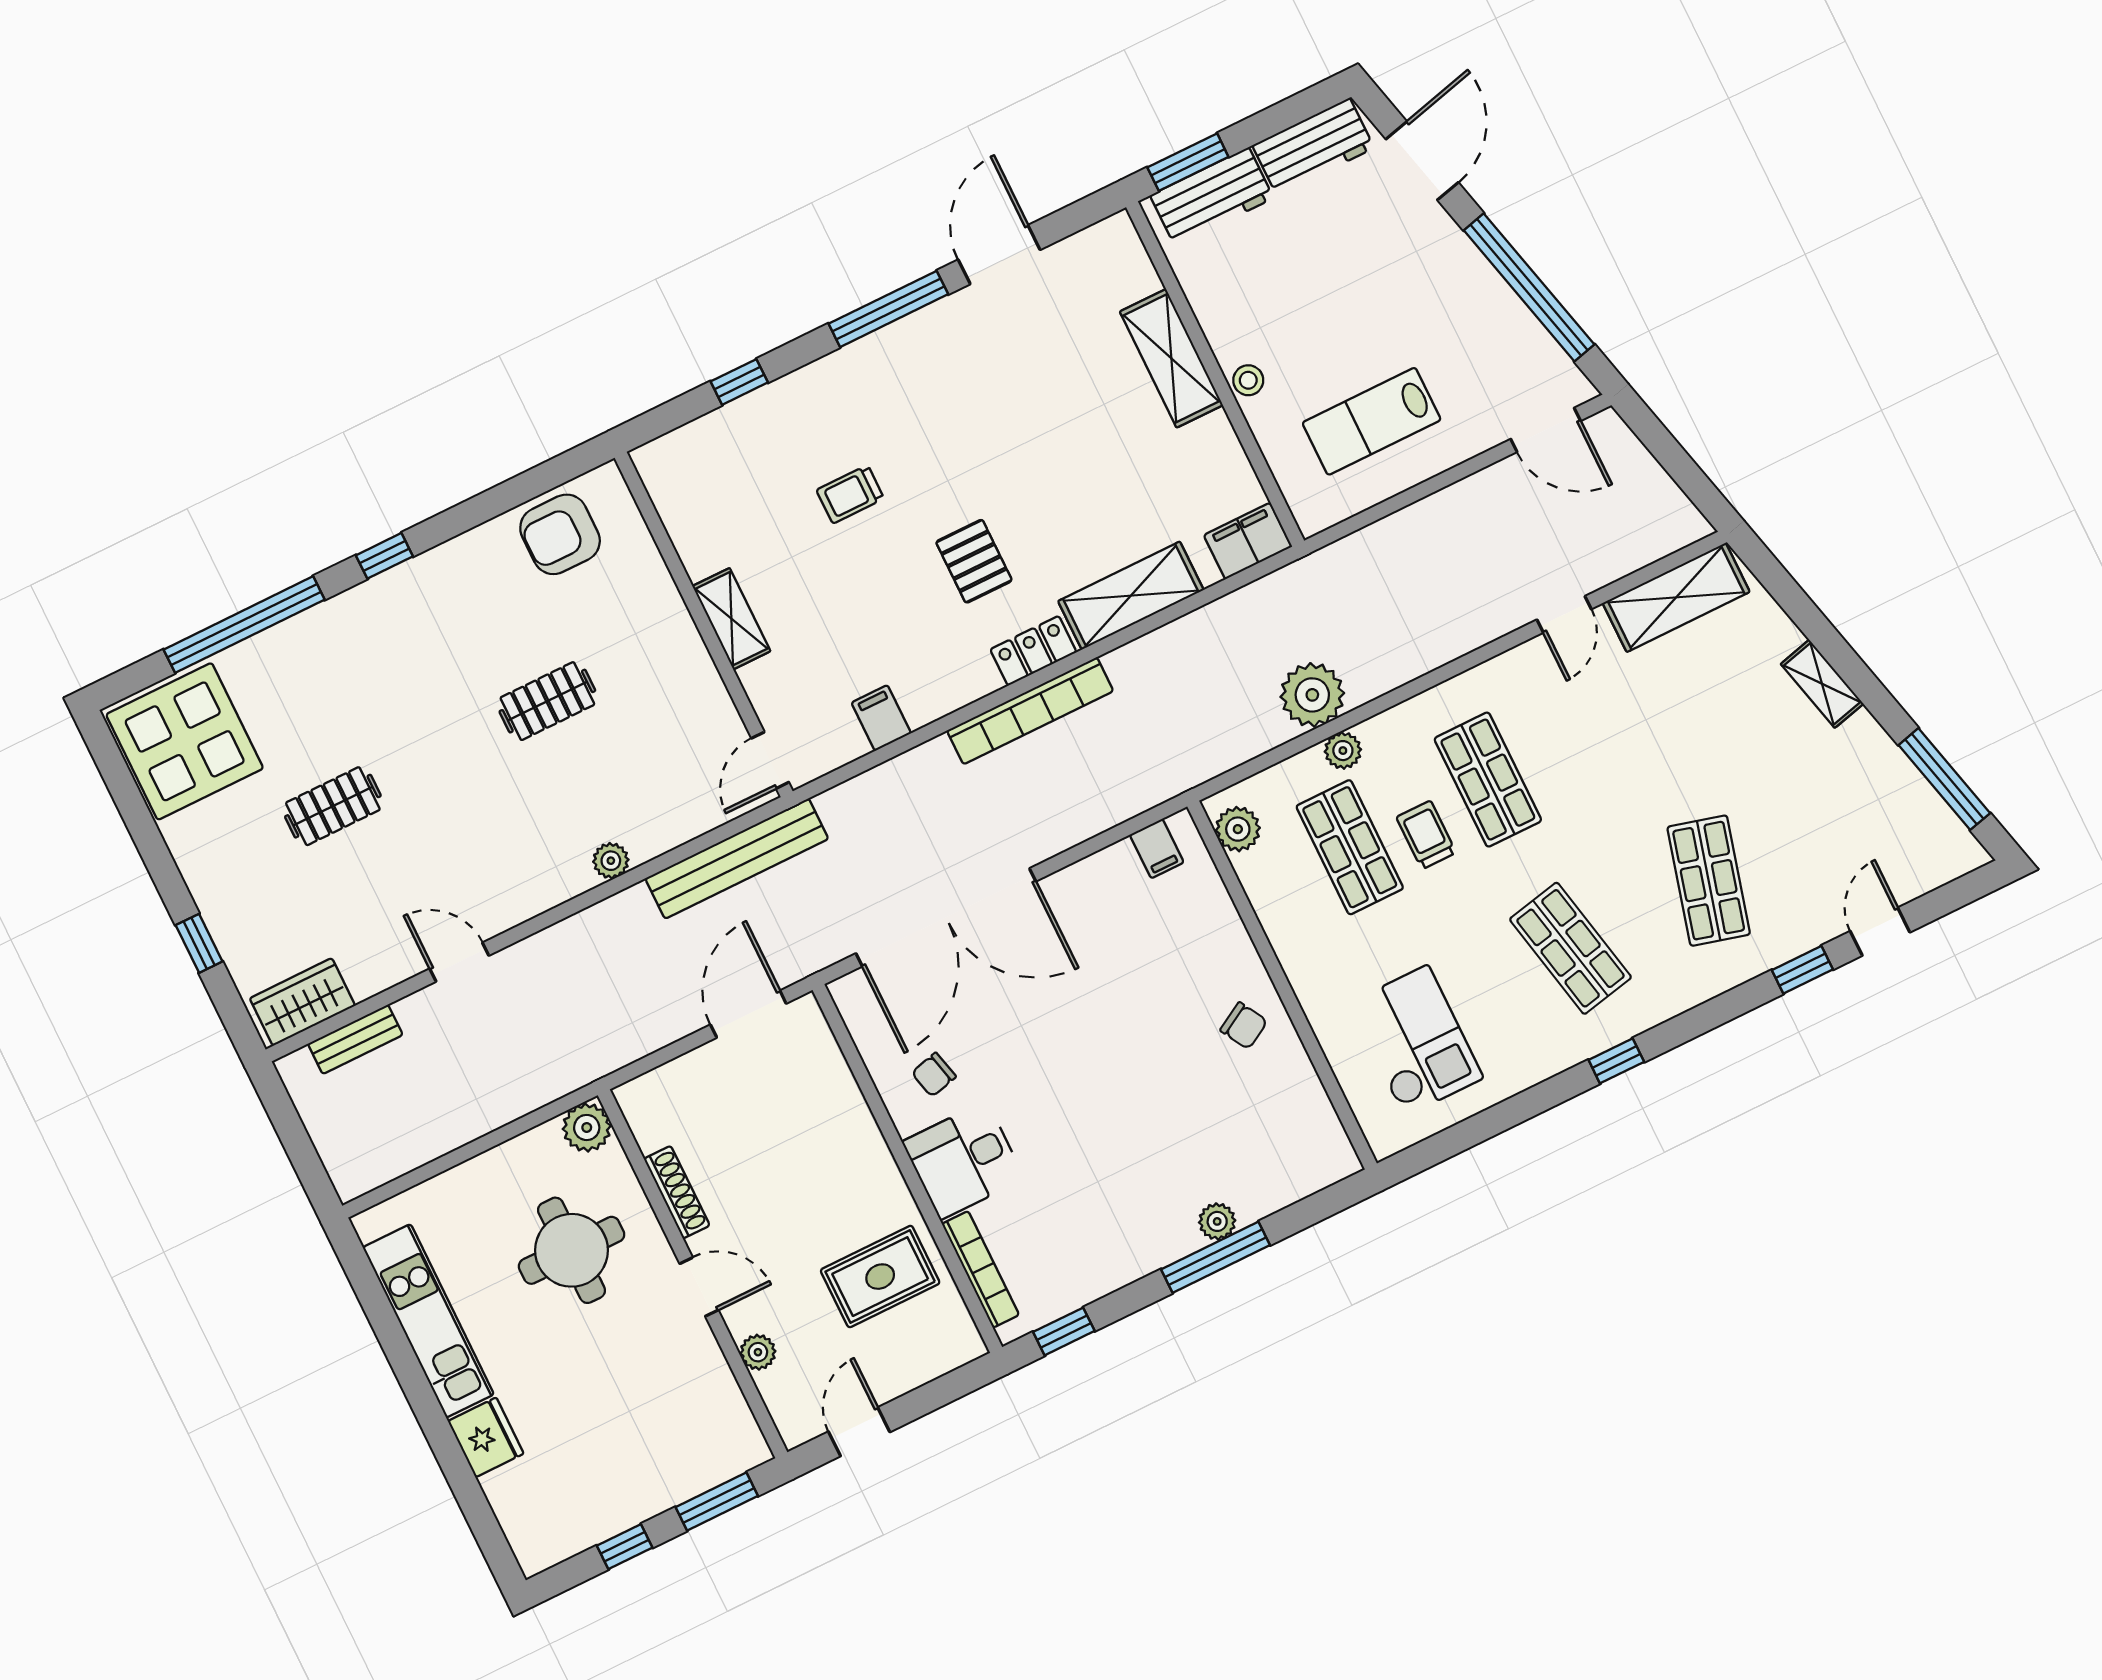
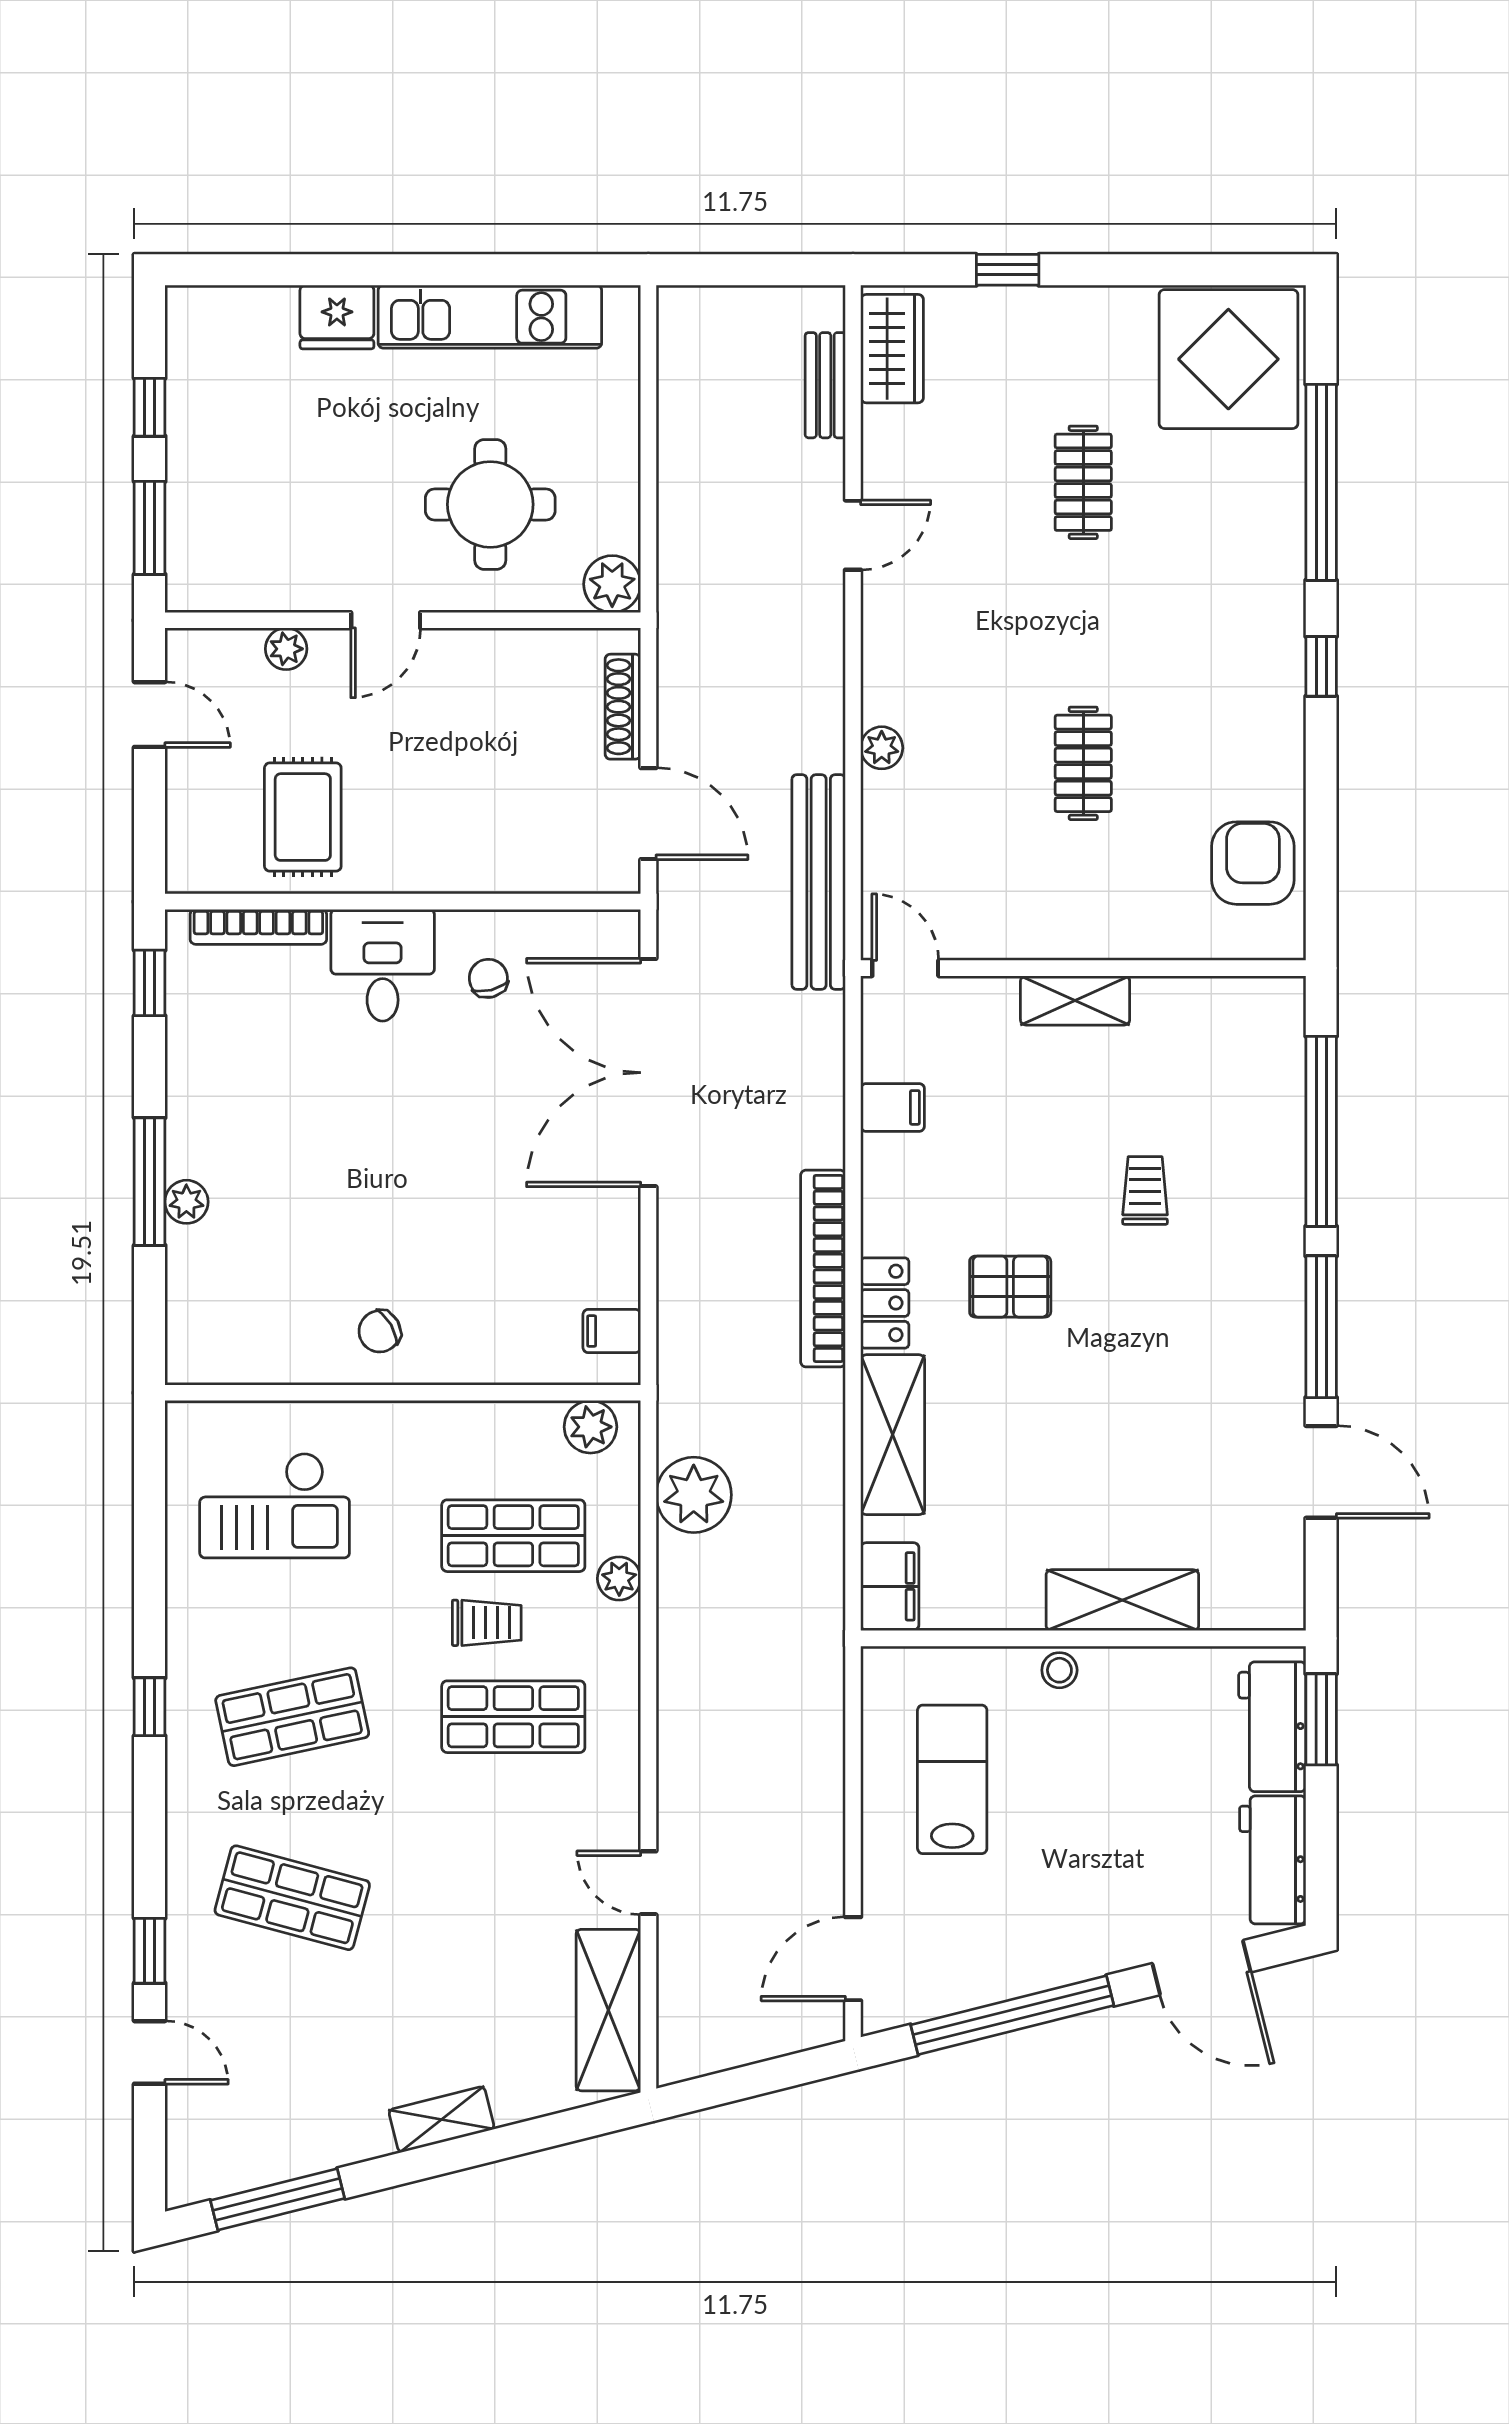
window: (739, 382) -> (1321, 1131), width x3.17
plant: (1312, 695) -> (694, 1495), moved
shoe rack: (677, 1192) -> (623, 707), moved, turned 90

